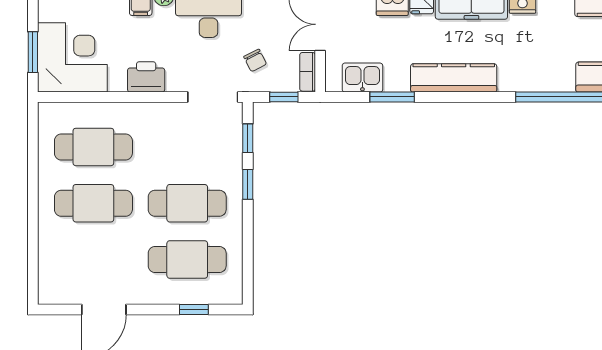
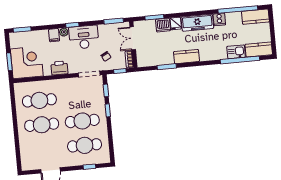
kitchen sink: (362, 78) -> (236, 52), moved
kitchen counter: (454, 78) -> (186, 57), width x0.67

